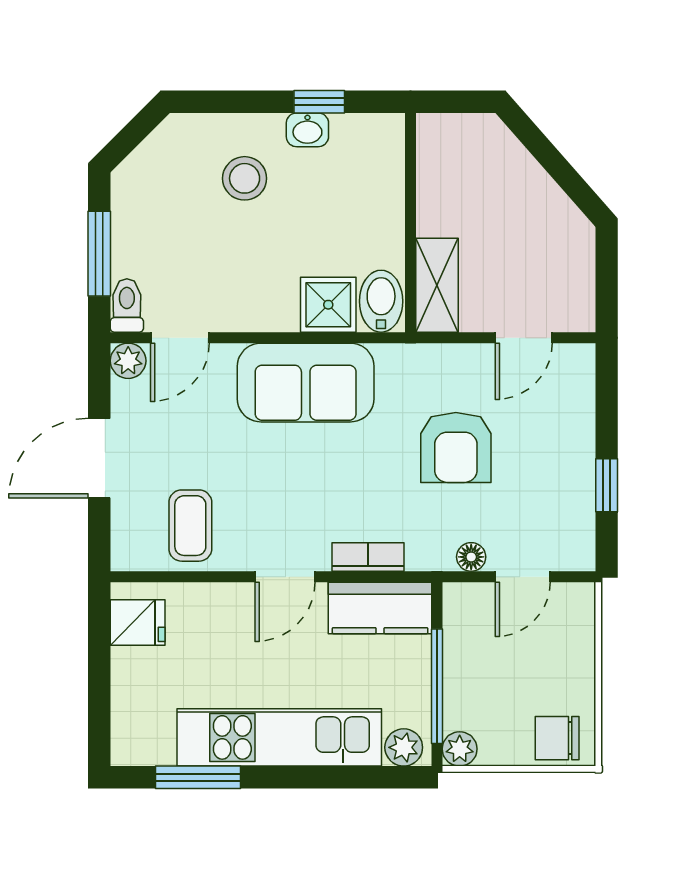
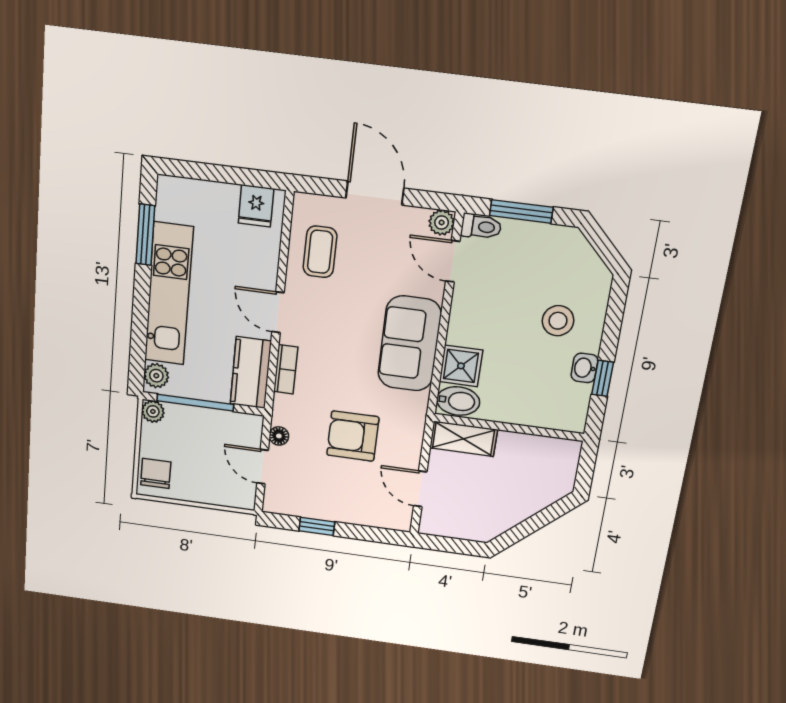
coffee table: (190, 526) -> (320, 252), turned 90

